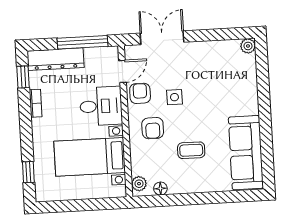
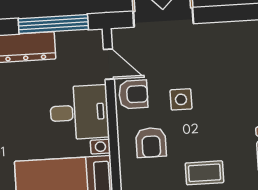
door: (122, 71) -> (109, 64), hinge flipped
armchair: (140, 93) -> (133, 94), turned 90

